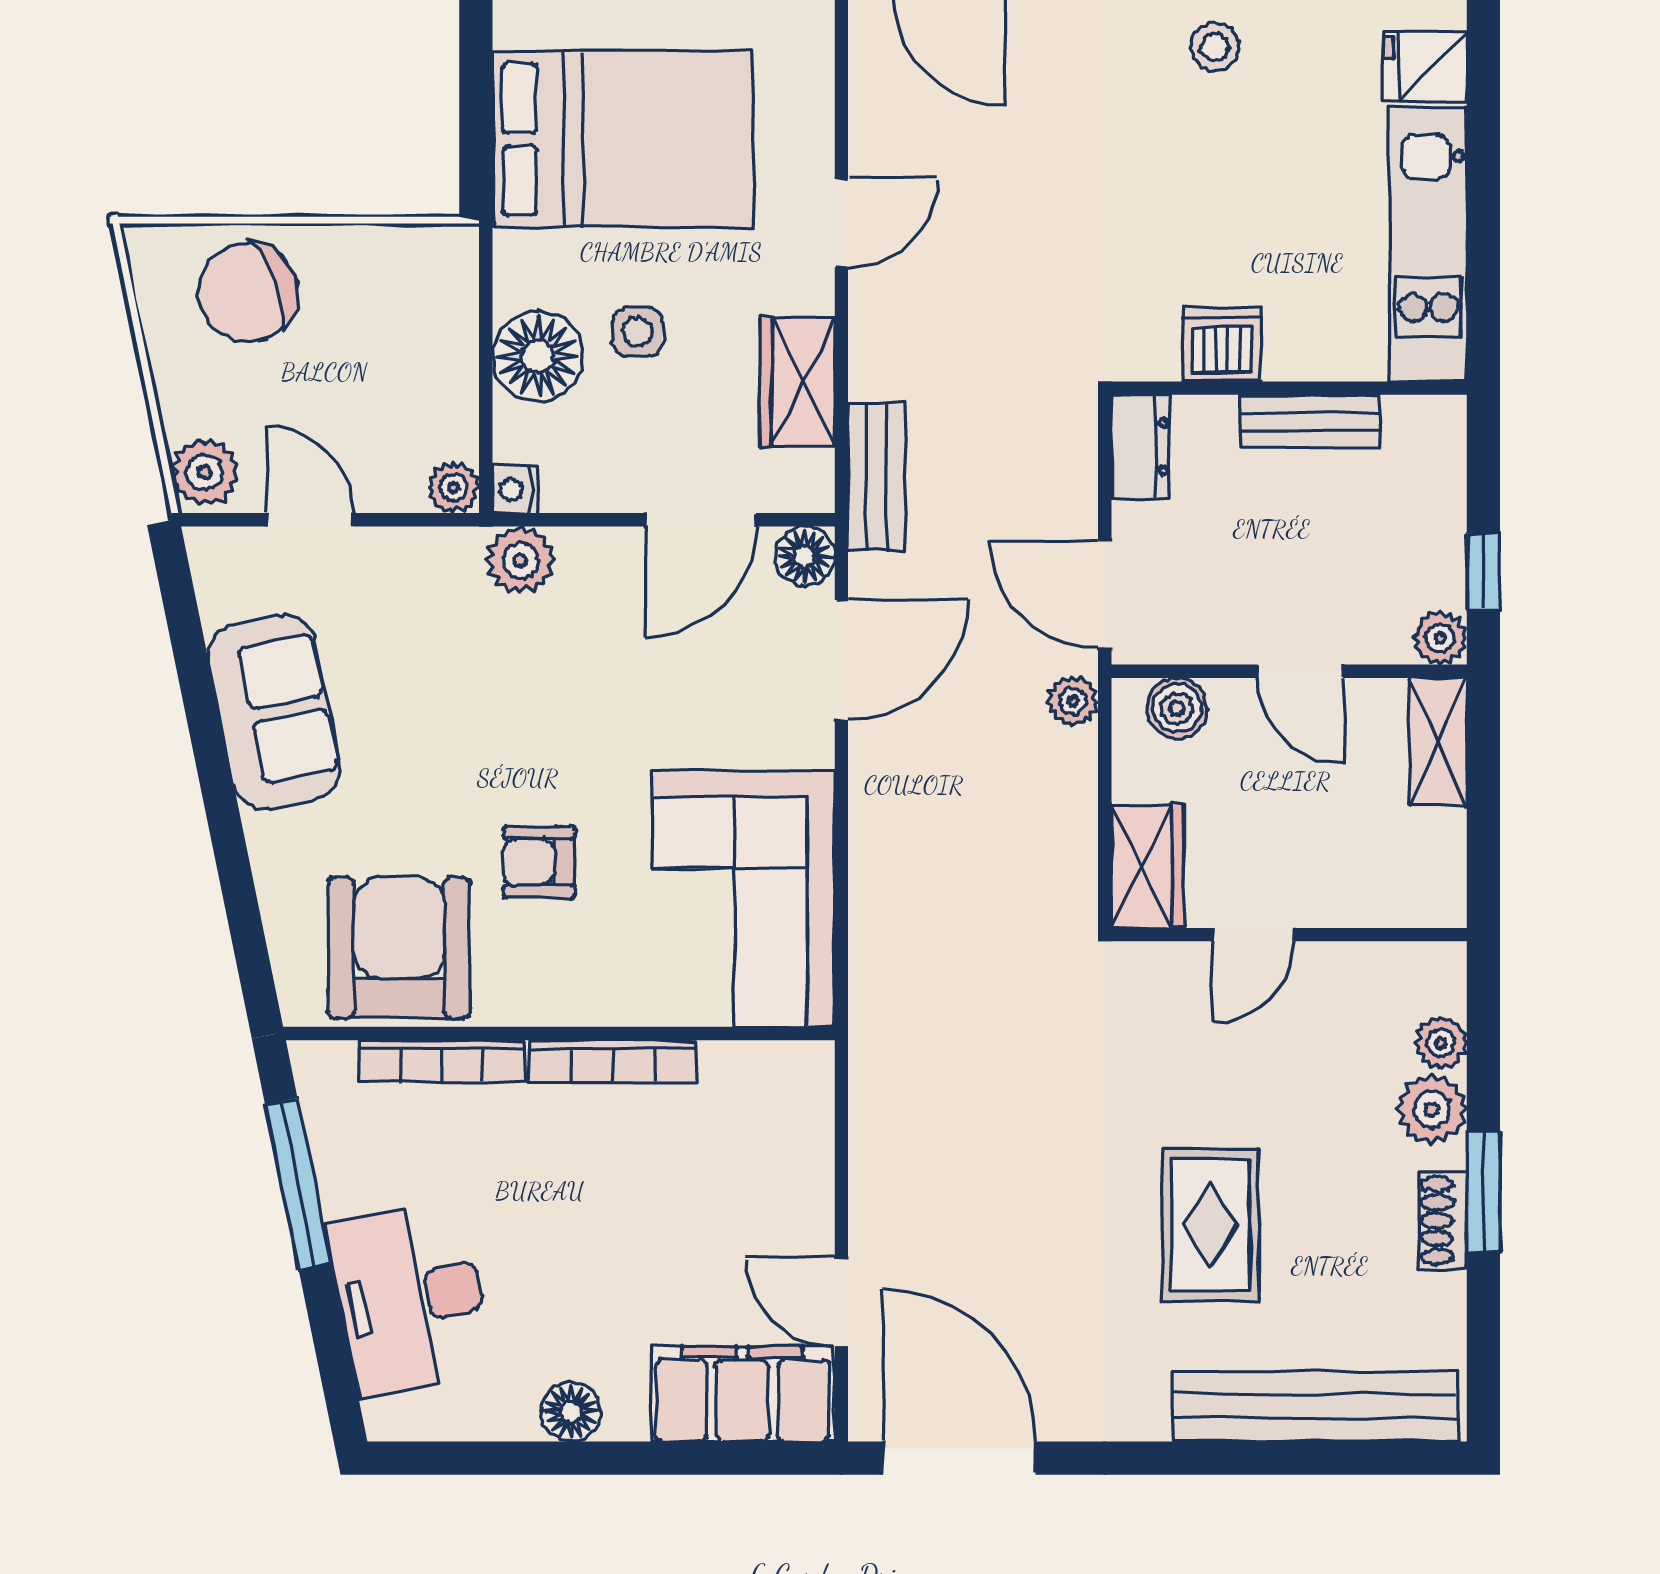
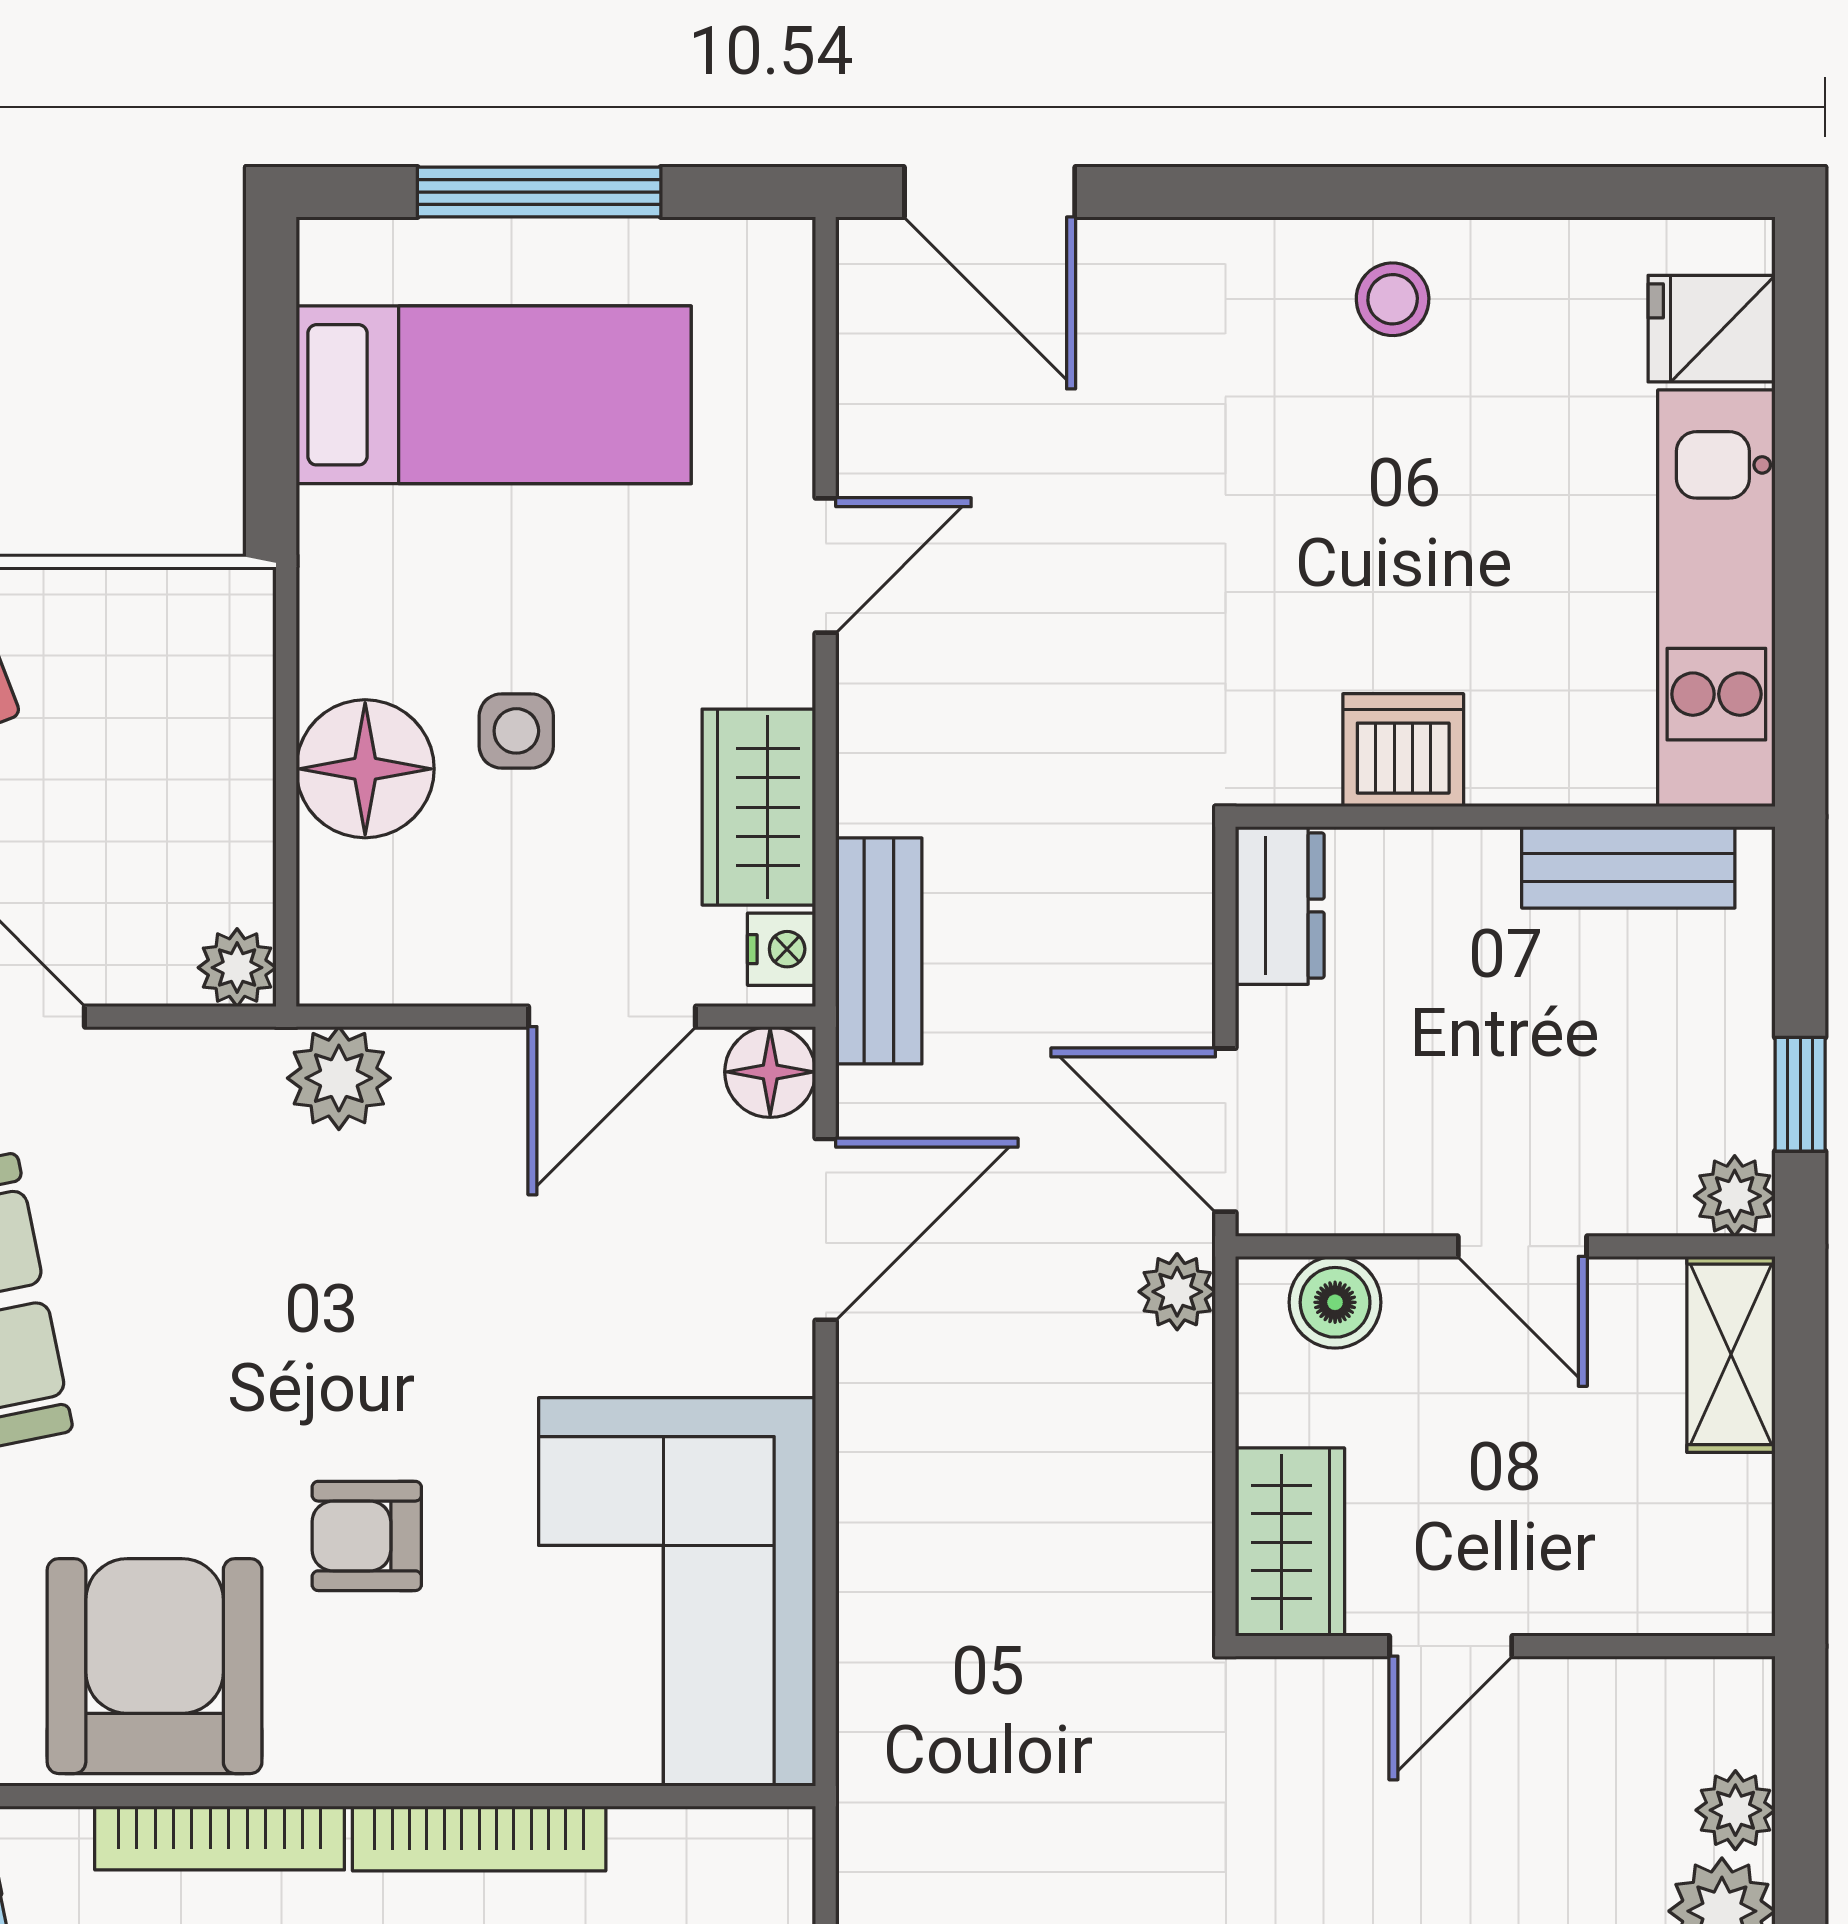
bed: (623, 139) -> (494, 395), width x0.67
bench: (1310, 422) -> (1628, 867), moved
nightstand: (515, 489) -> (782, 949), moved, turned 180

